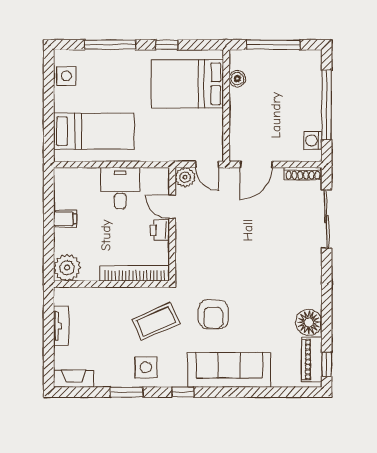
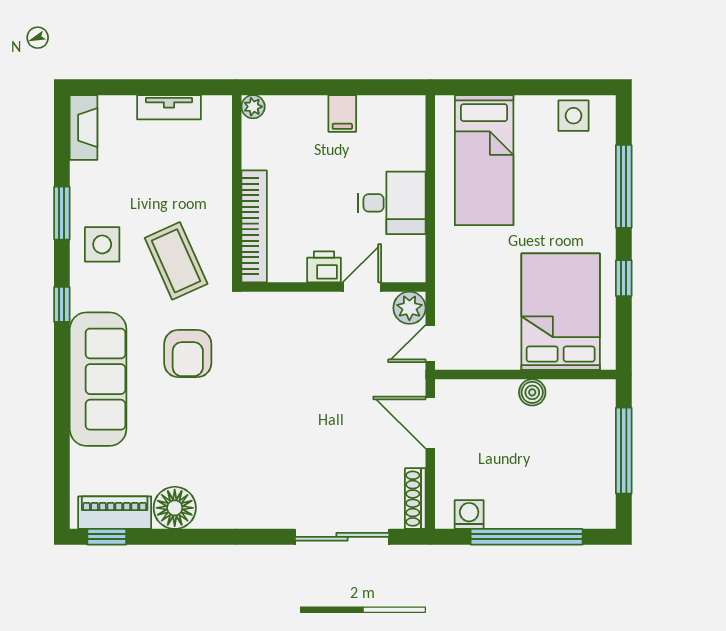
boiler: (237, 79) -> (532, 392), moved
plant: (67, 268) -> (253, 107), width x0.53, depth x0.53
armchair: (213, 314) -> (188, 354), turned -90

